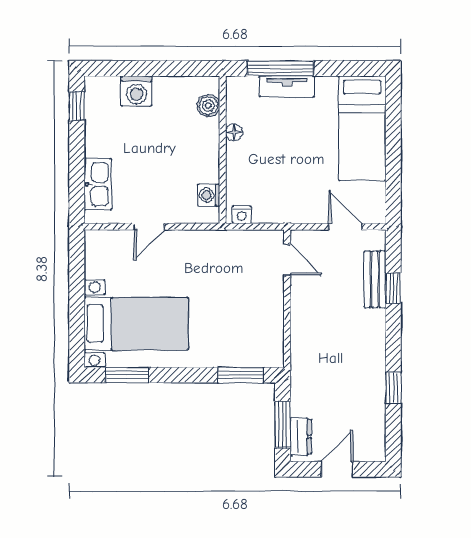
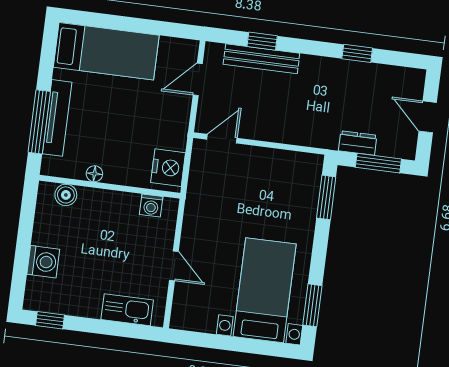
tv unit: (287, 86) -> (57, 118), width x1.41
nightstand: (242, 215) -> (168, 168), width x1.89, depth x1.79
bench: (375, 279) -> (261, 59), width x1.36
dresser: (301, 437) -> (358, 143), moved

